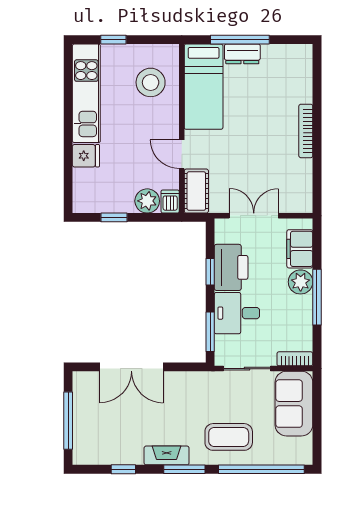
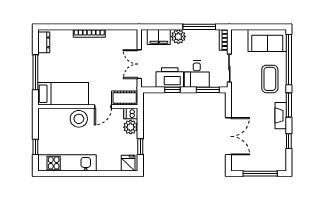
dresser: (242, 54) -> (44, 42), moved
stool: (151, 82) -> (79, 119), moved
fridge: (86, 156) -> (128, 163), moved
window: (317, 297) -> (199, 27), moved
sofa: (294, 404) -> (267, 40), moved

